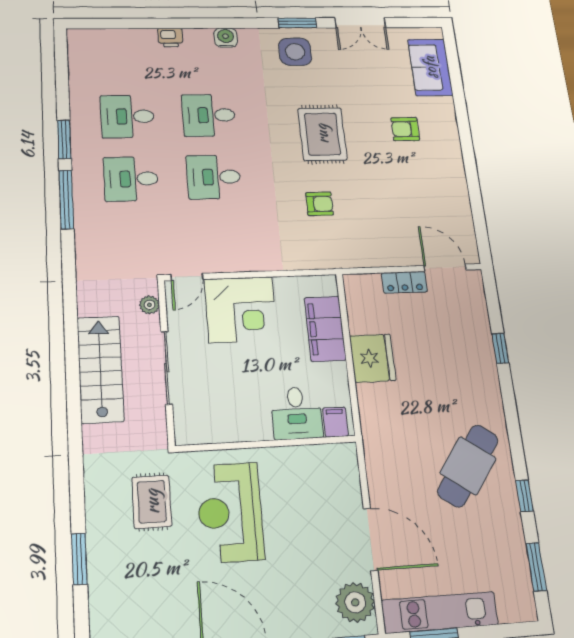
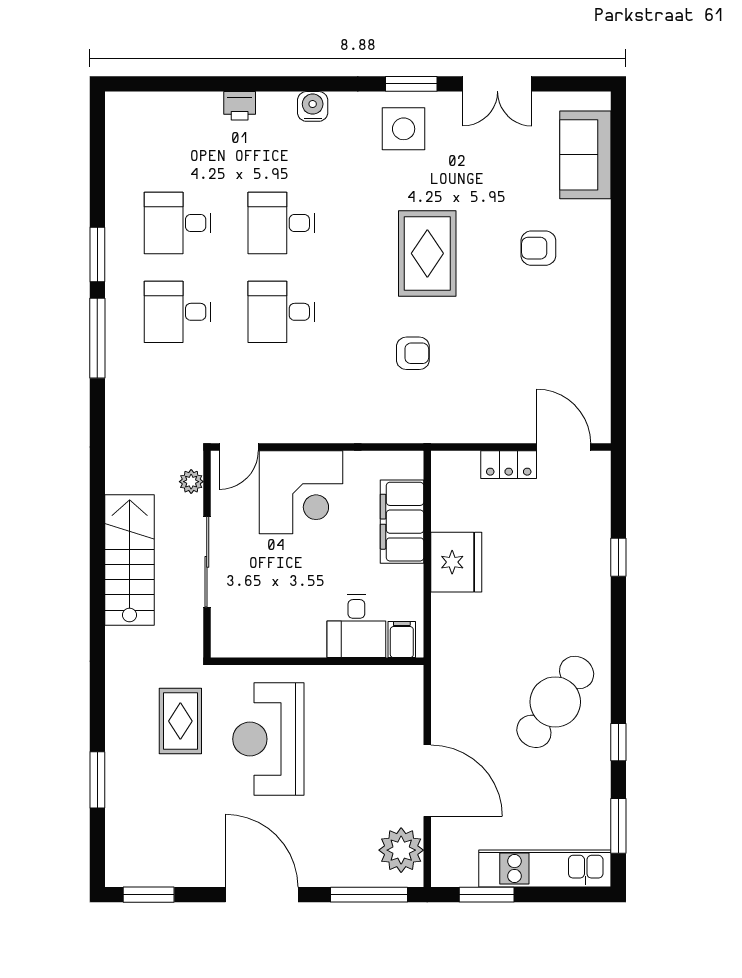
kitchen unit: (440, 612) -> (545, 869), moved

